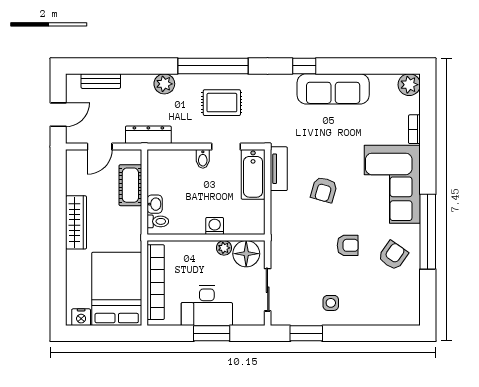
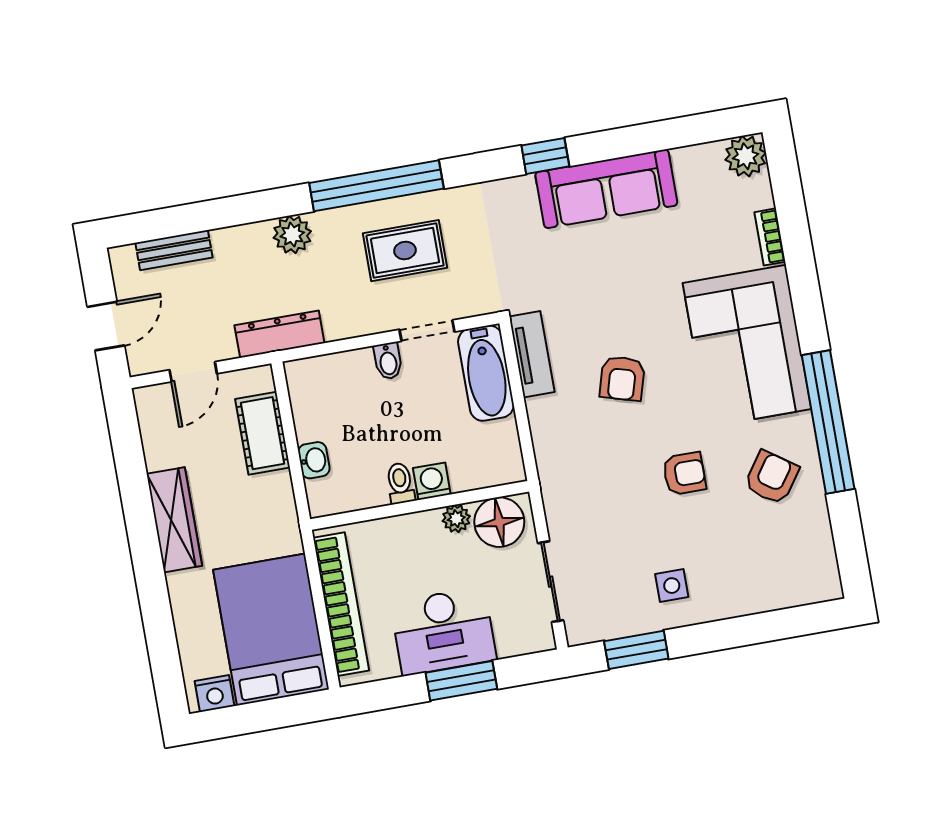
toilet: (158, 221) -> (400, 483), moved, turned -90

